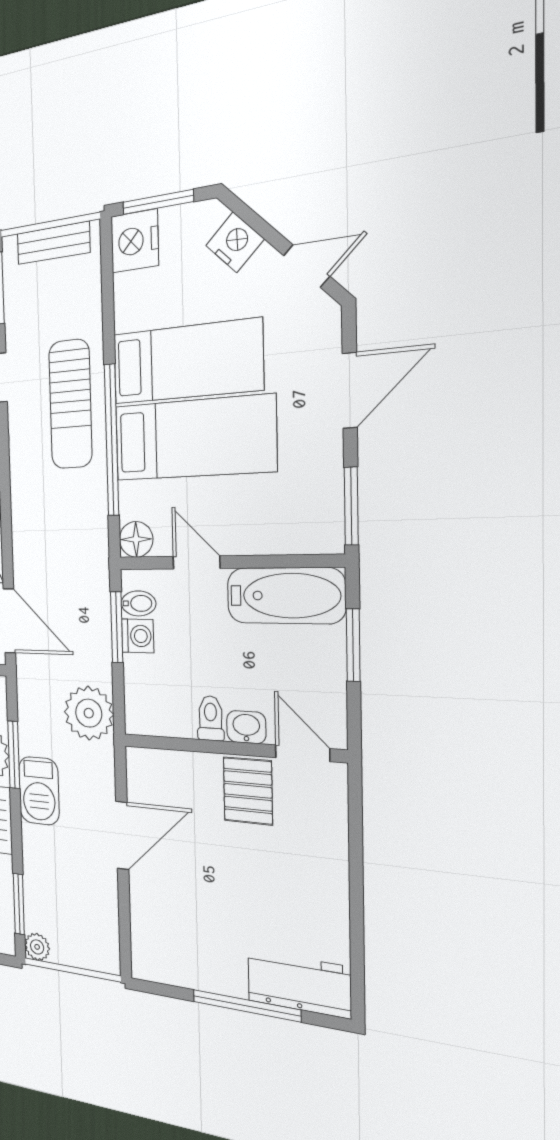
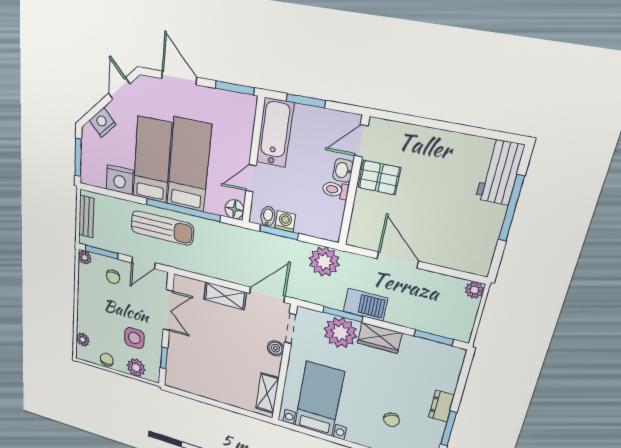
nightstand: (135, 241) -> (120, 180), moved
plant: (37, 947) -> (474, 290), moved

